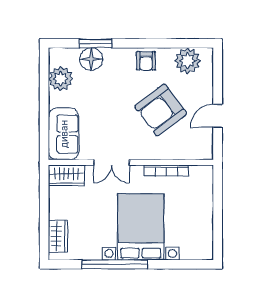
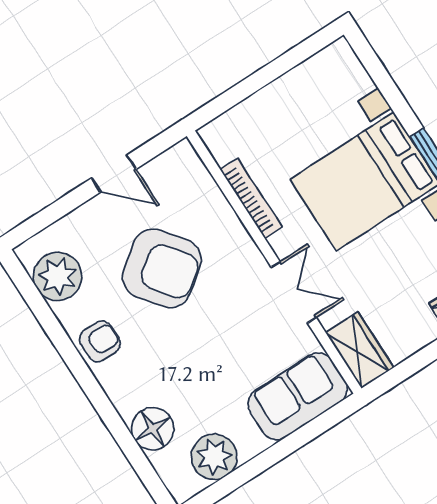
window: (96, 43) -> (124, 438), removed

